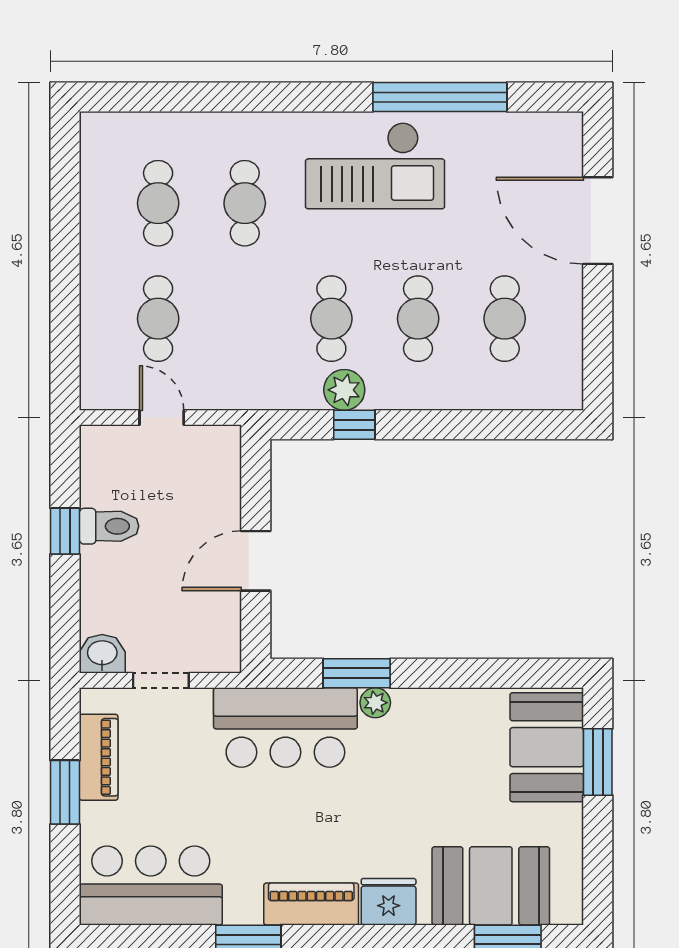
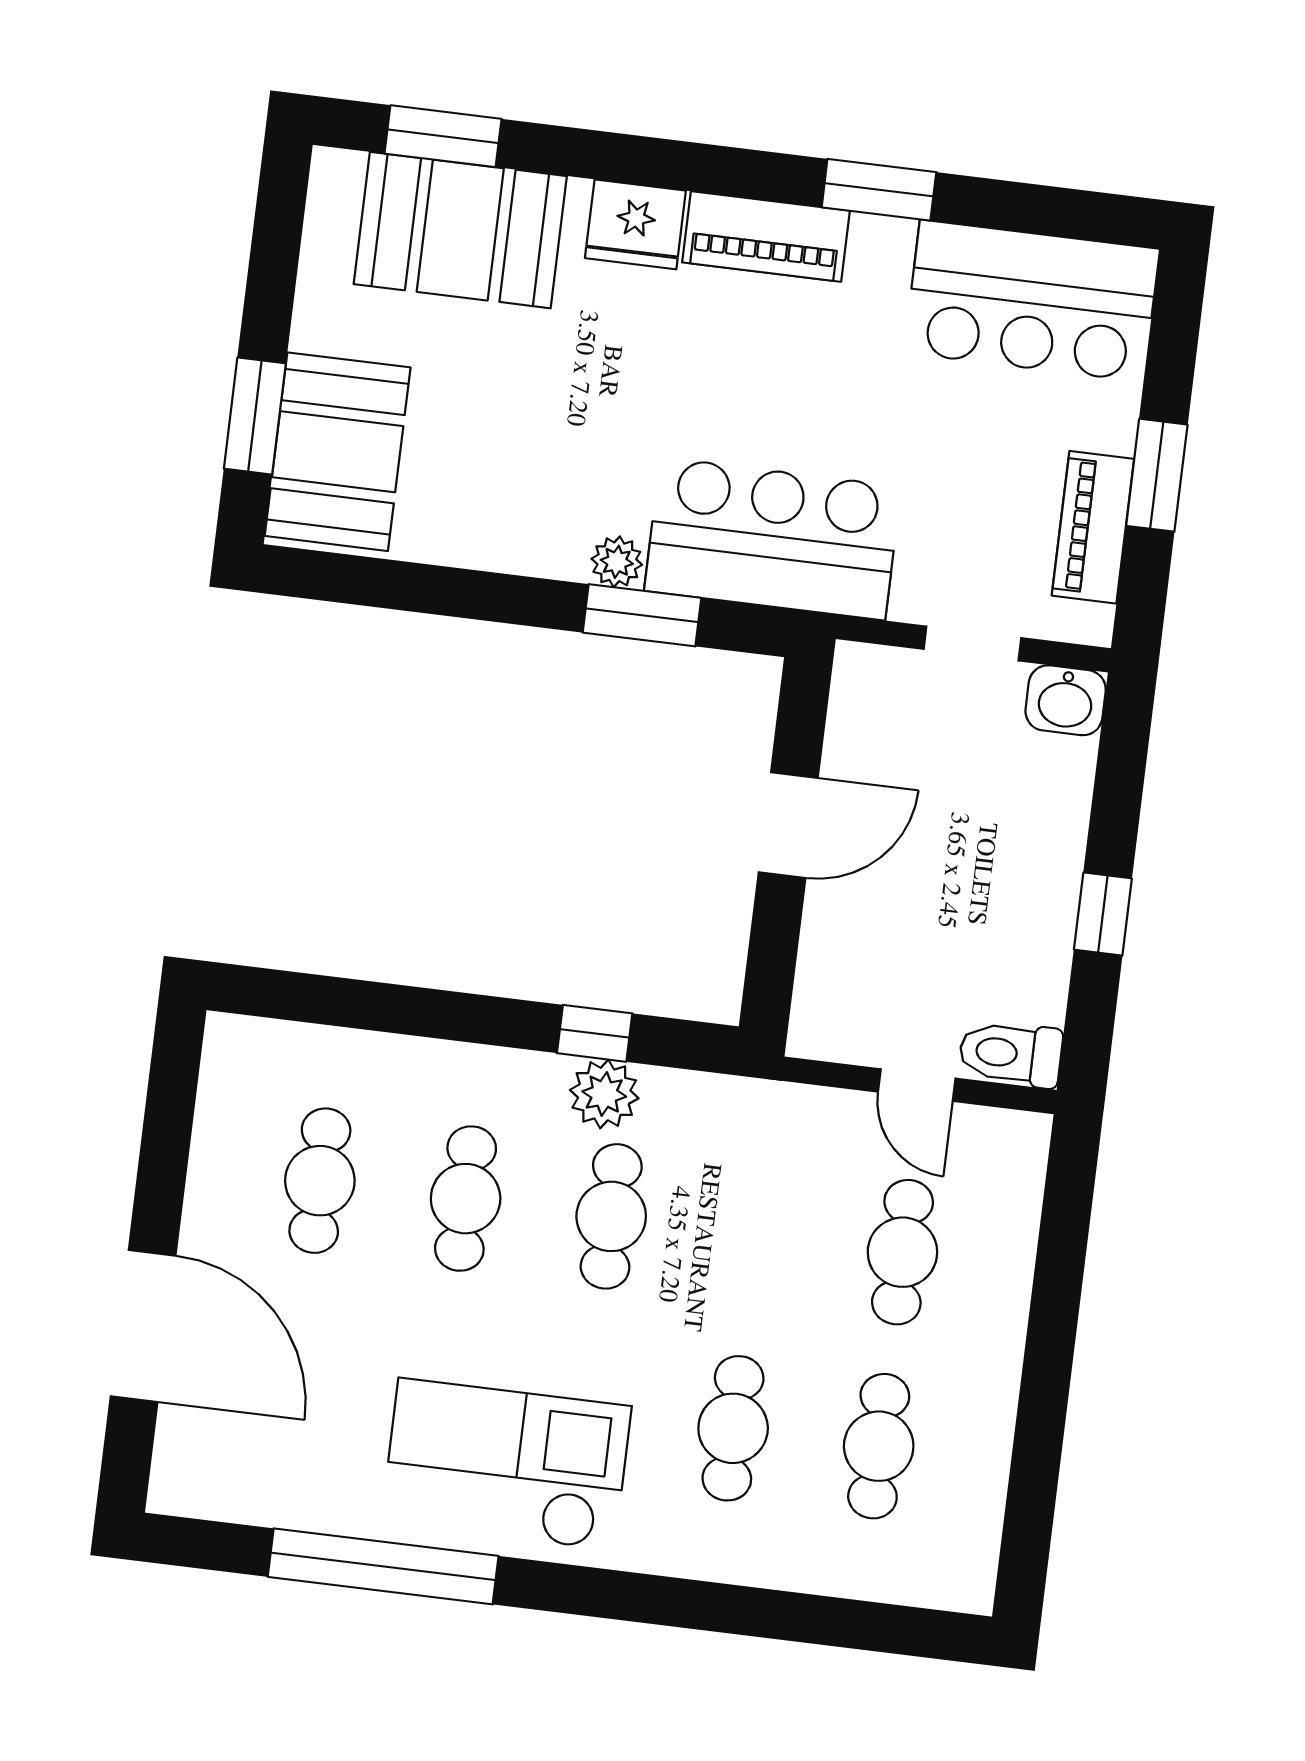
toilet: (109, 526) -> (1011, 1054), moved

